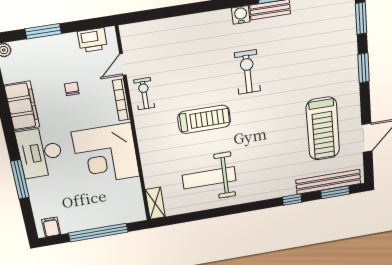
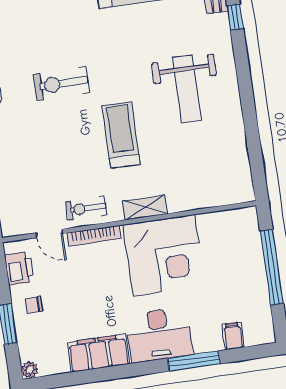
chair: (72, 89) -> (34, 305), moved
weight bench: (209, 178) -> (187, 89), moved
shelving: (155, 203) -> (145, 208), moved
filing cabinet: (51, 227) -> (233, 336), moved, turned 90

